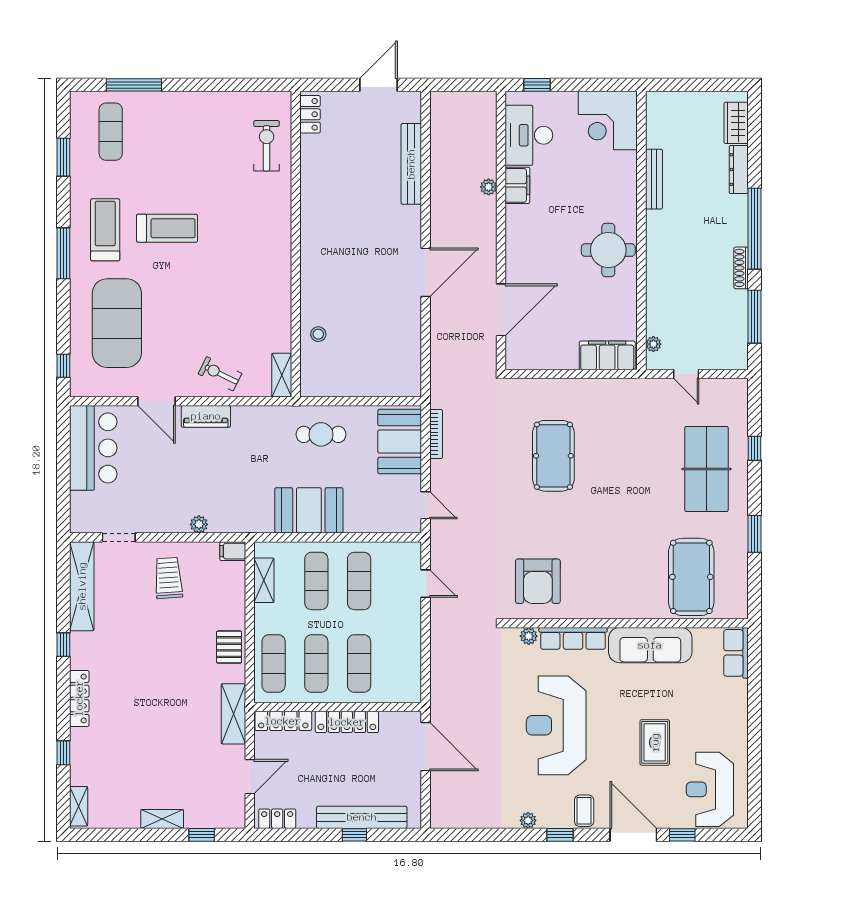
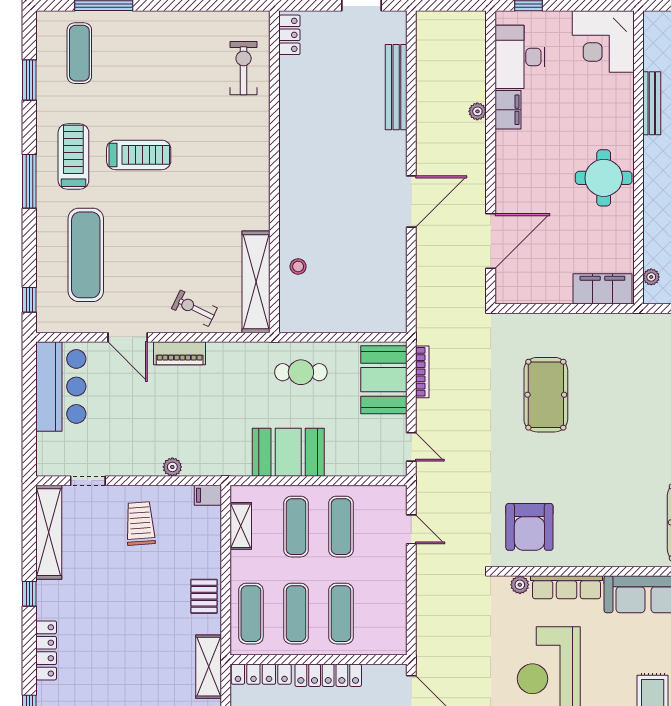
exercise mat: (117, 323) -> (86, 255), width x0.68
shelving: (282, 375) -> (256, 282), width x2.20, depth x1.33

